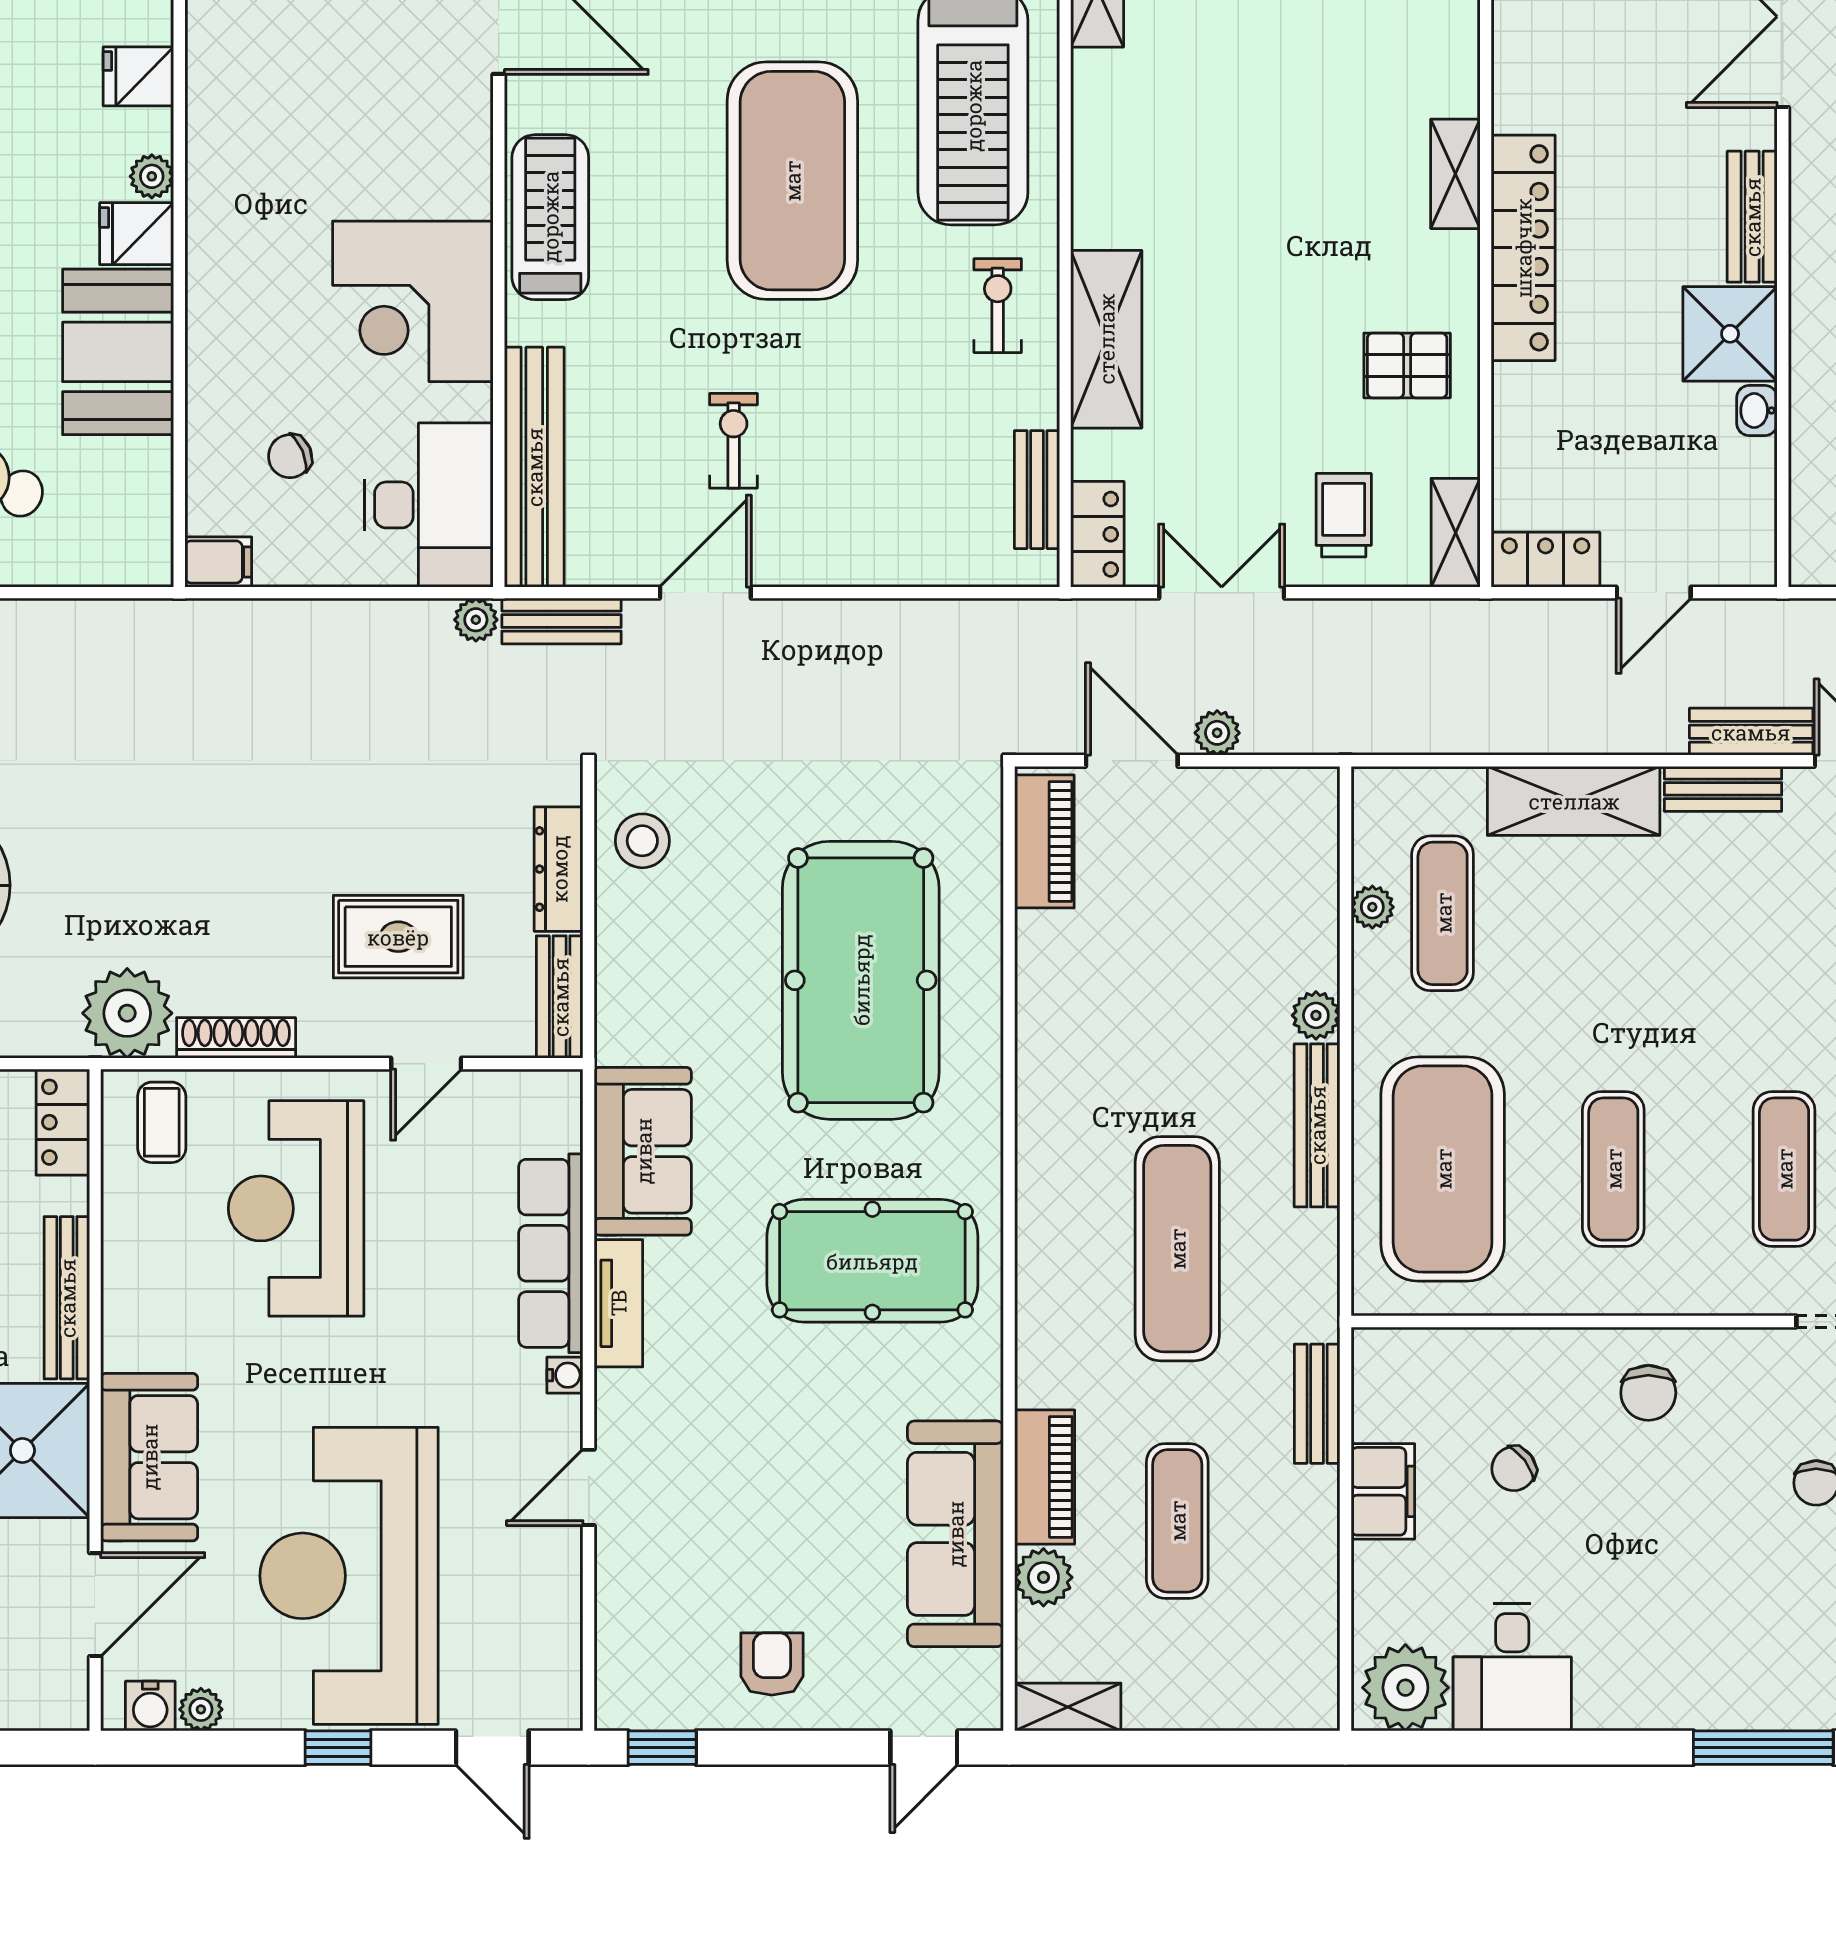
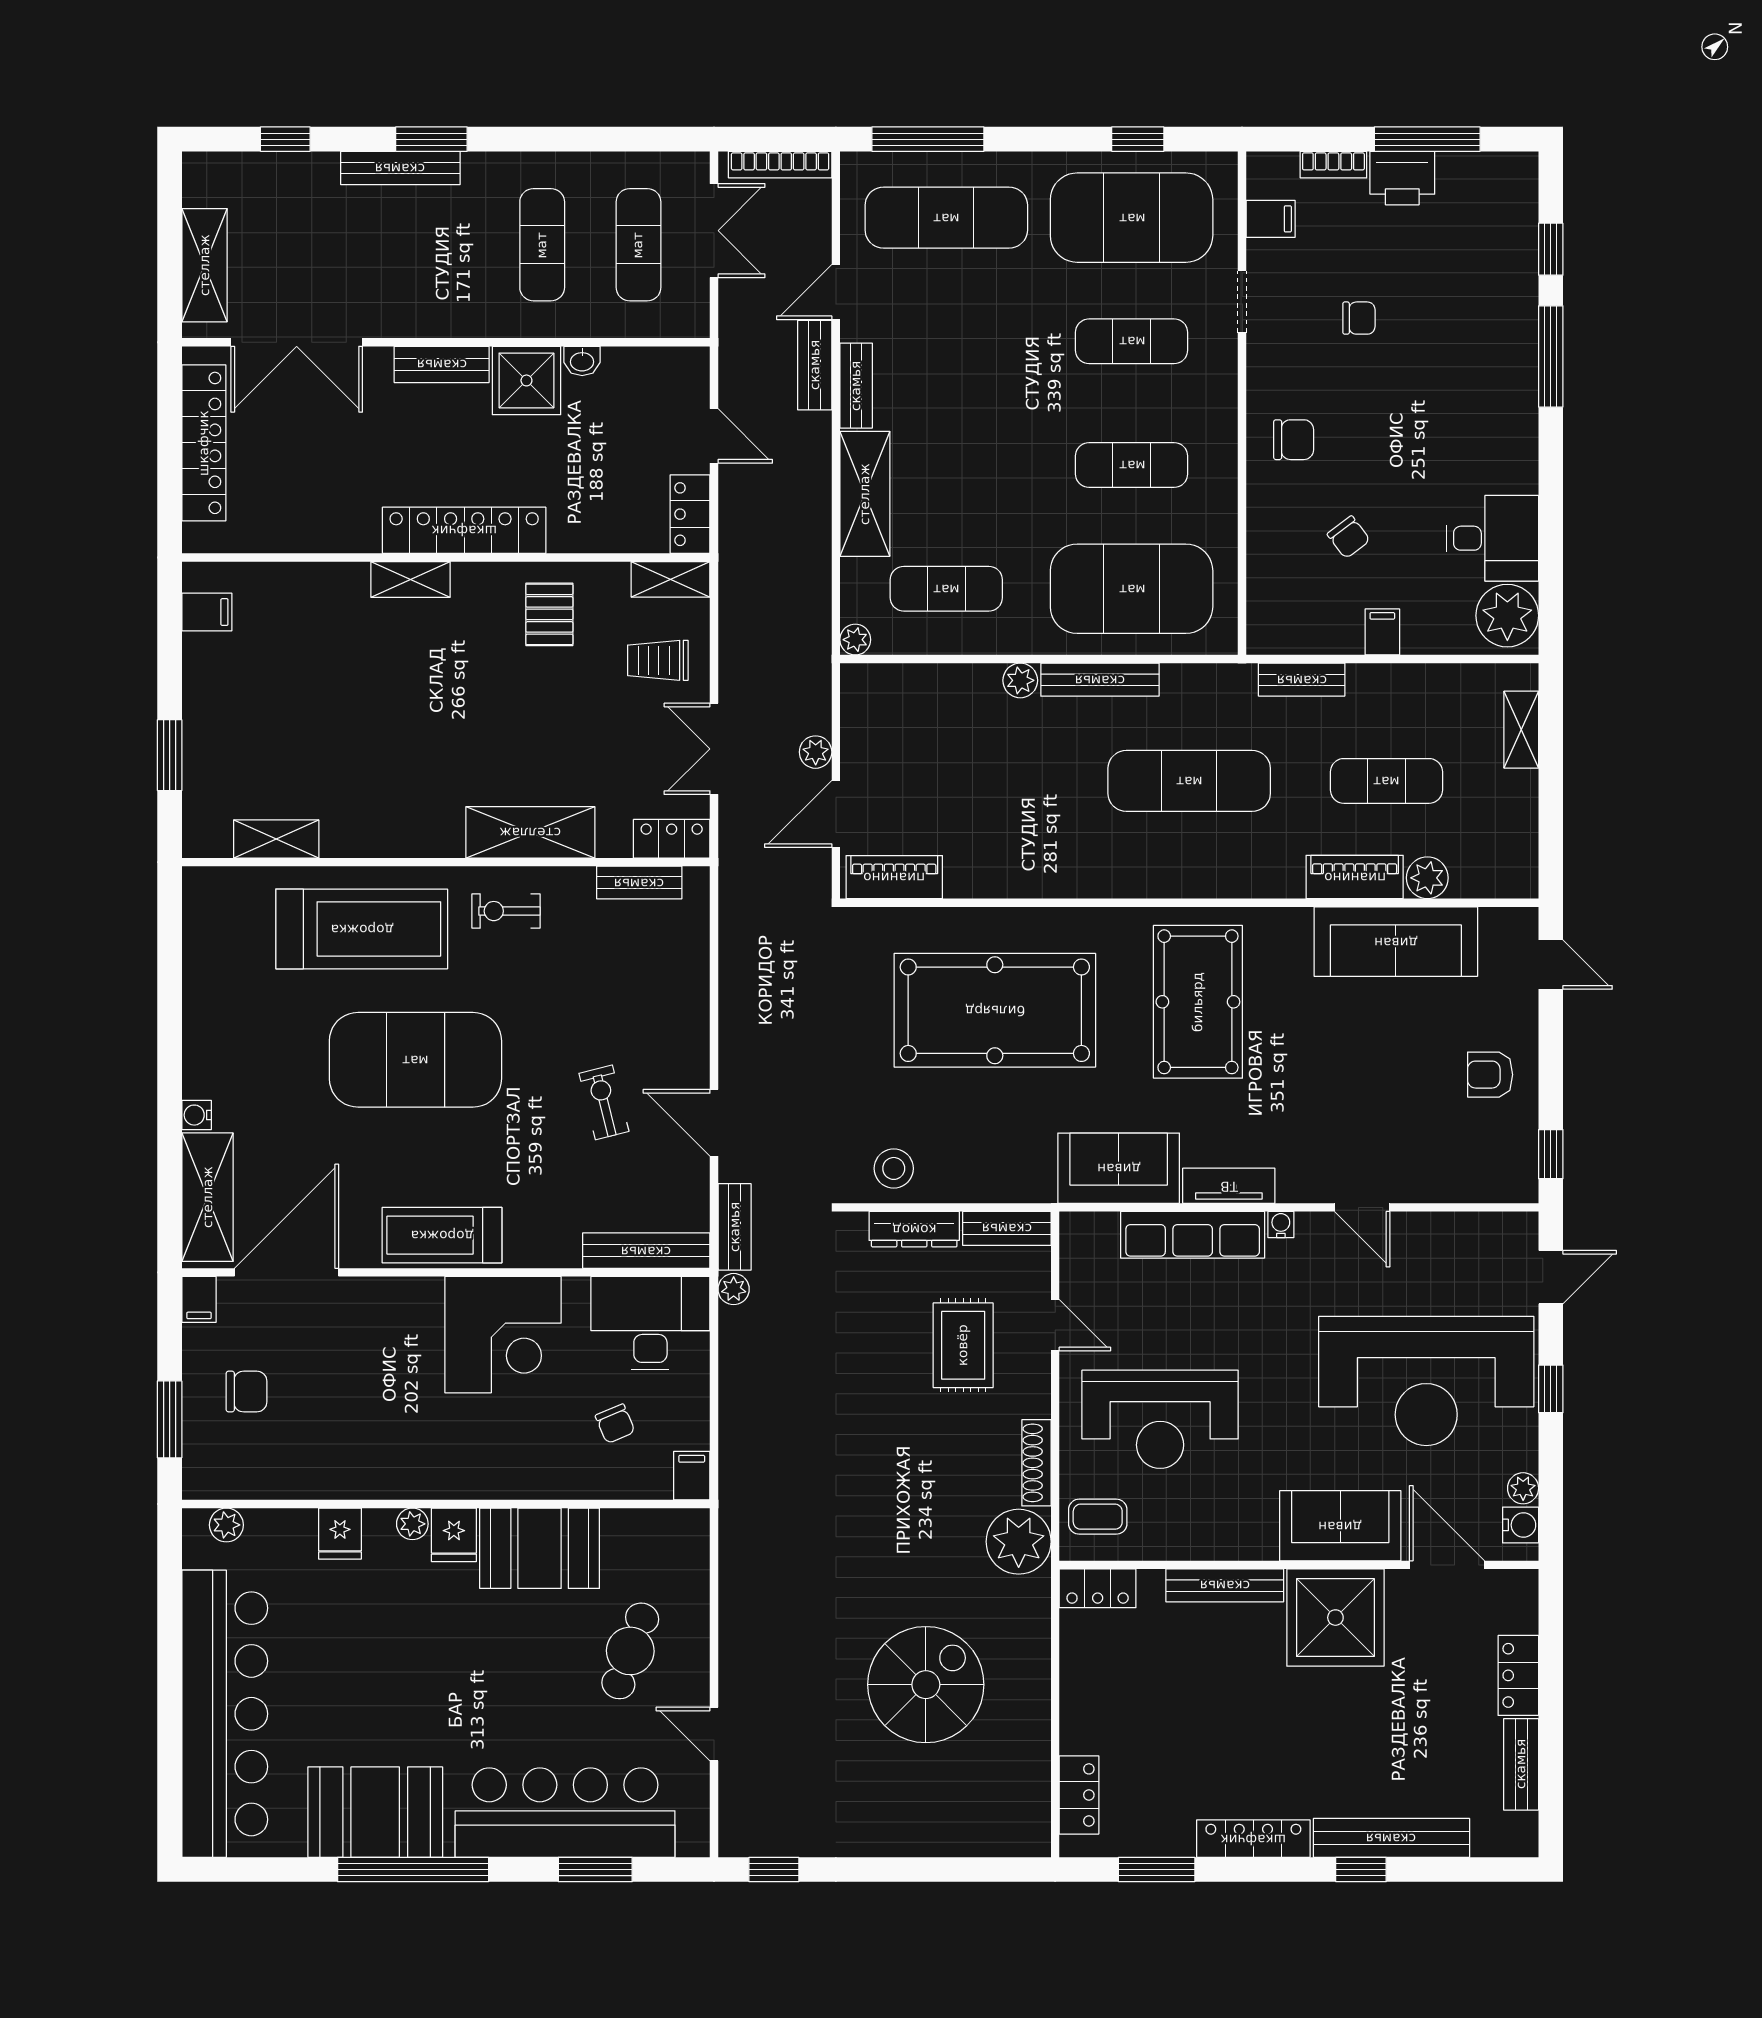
exercise bike: (734, 441) -> (604, 1102), turned 76
bench: (534, 467) -> (646, 1251), width x0.73, depth x0.82
plant: (1372, 907) -> (855, 640), moved
filing cabinet: (1383, 1491) -> (1382, 632), width x0.50
shelving: (1068, 1707) -> (1521, 730), moved

